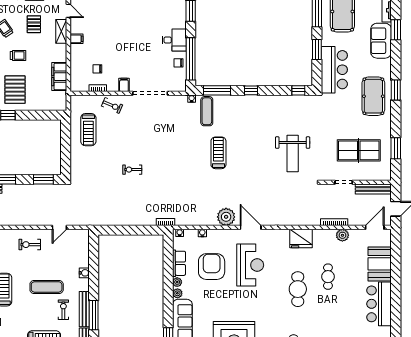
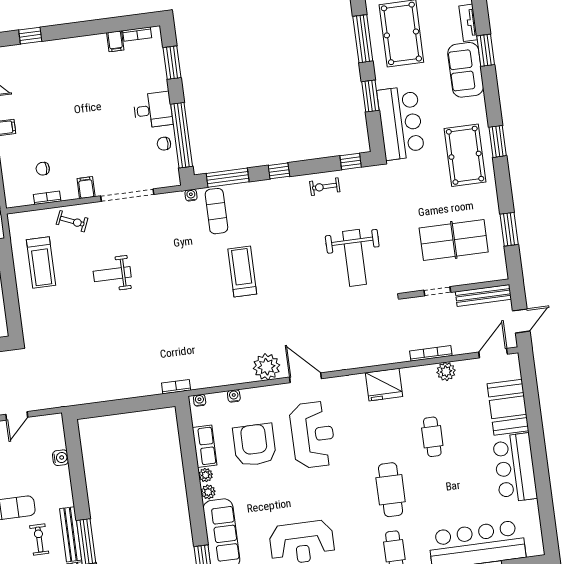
weight bench: (134, 143) -> (112, 274), added
exercise bike: (132, 170) -> (325, 187), moved
water cooler: (84, 273) -> (60, 458), moved
cafe table: (298, 289) -> (391, 490), moved

